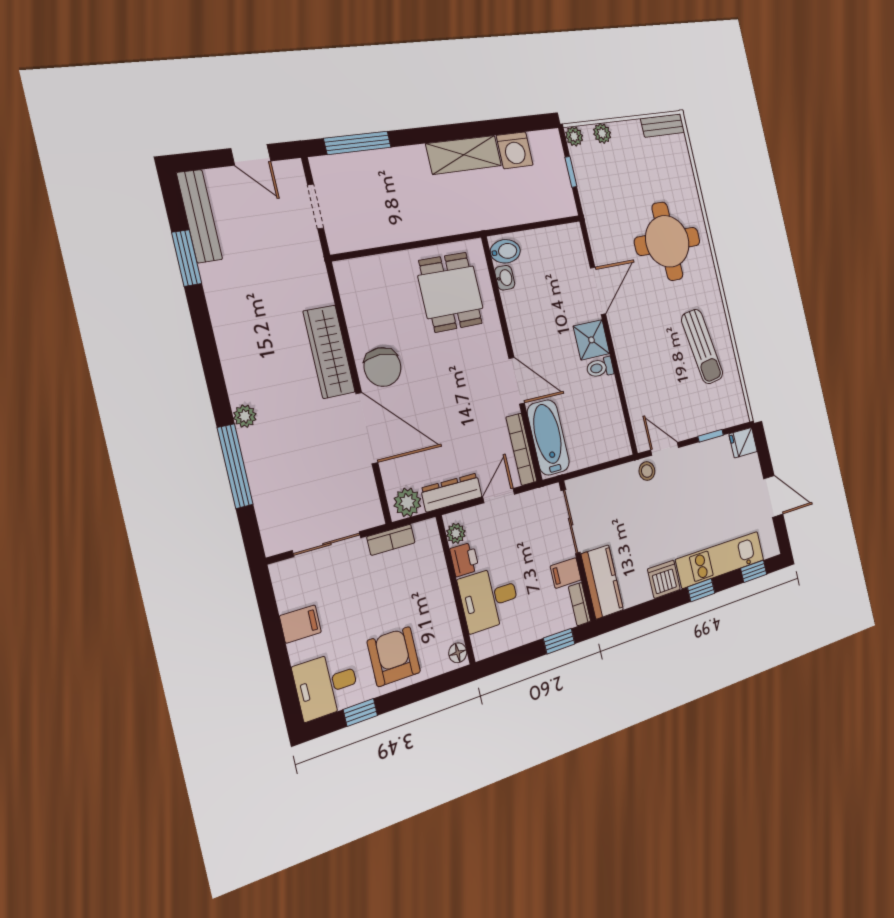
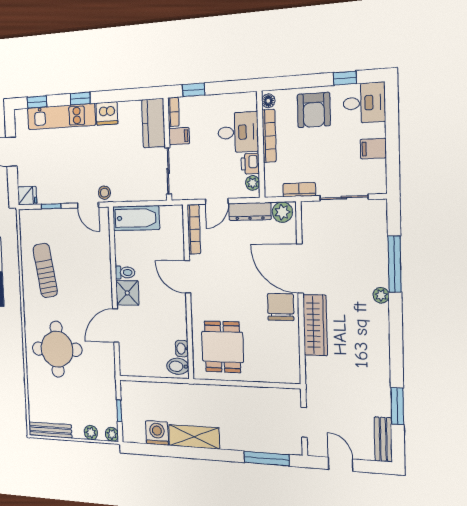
bench: (663, 125) -> (50, 430), width x1.36
bench: (199, 216) -> (383, 439), width x0.73
bathtub: (548, 437) -> (136, 218), moved, turned -90
bookcase: (447, 605) -> (269, 136), added

